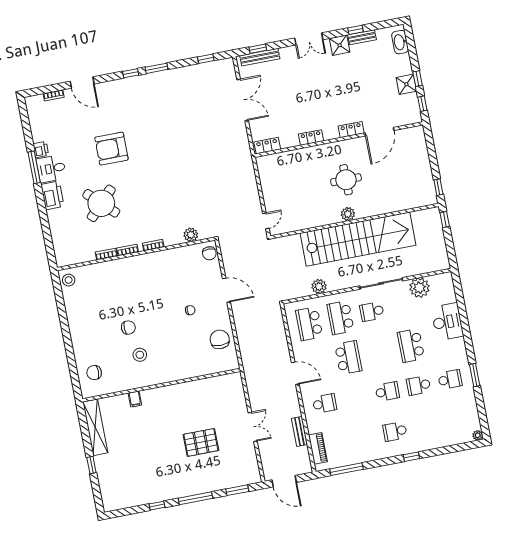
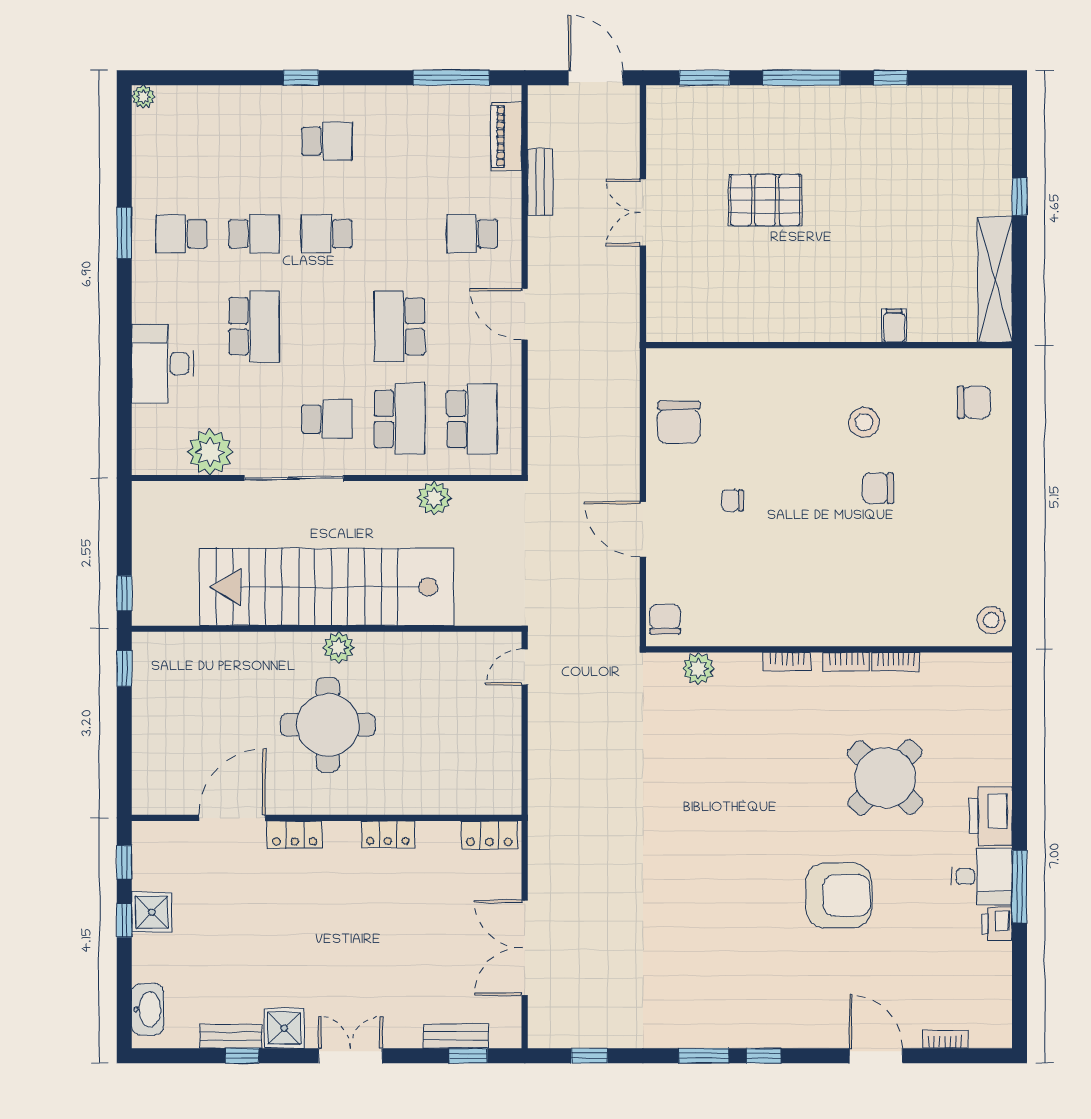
bench: (260, 57) -> (456, 1036), width x0.73
round table: (346, 180) -> (328, 725), width x1.36, depth x1.36

